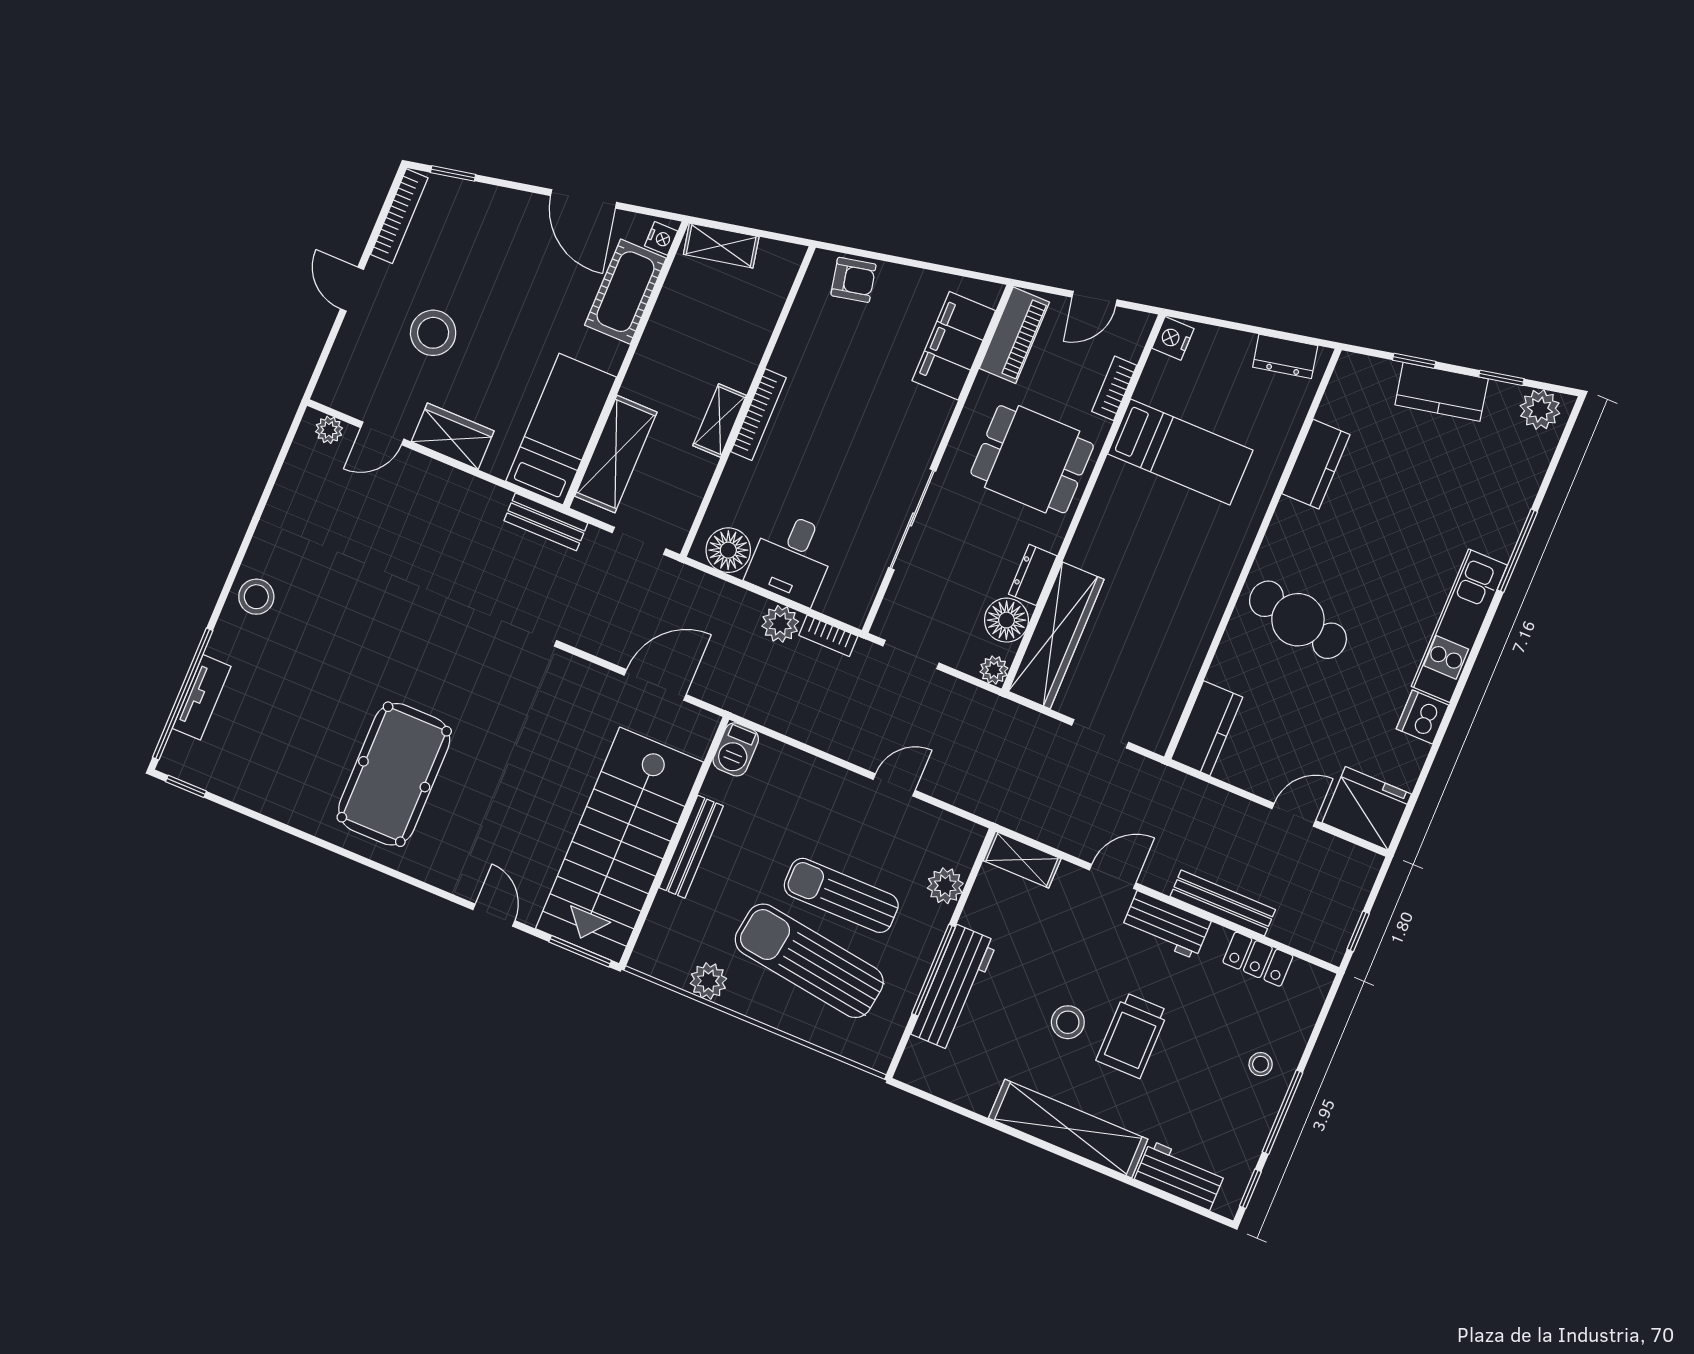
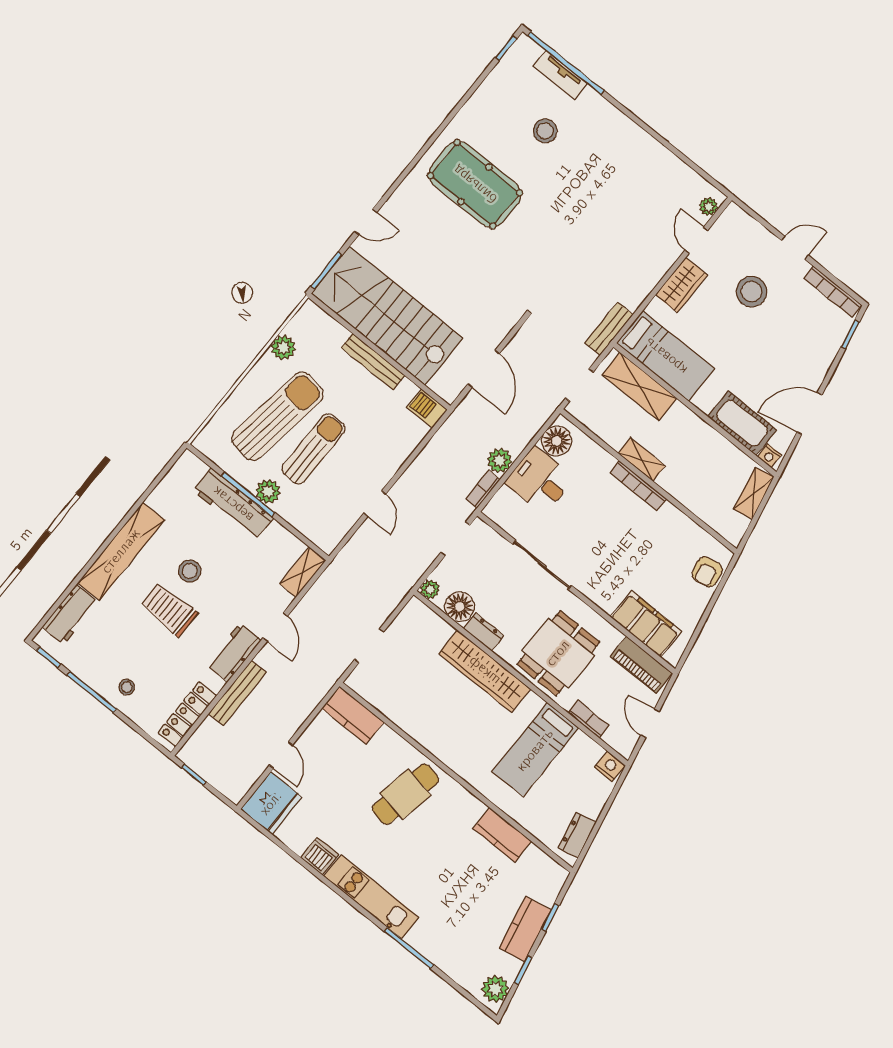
stool: (256, 597) -> (545, 131), moved
wardrobe: (1056, 635) -> (484, 671), moved
plant: (945, 886) -> (268, 492), moved
locker: (1258, 959) -> (187, 714), width x1.53

